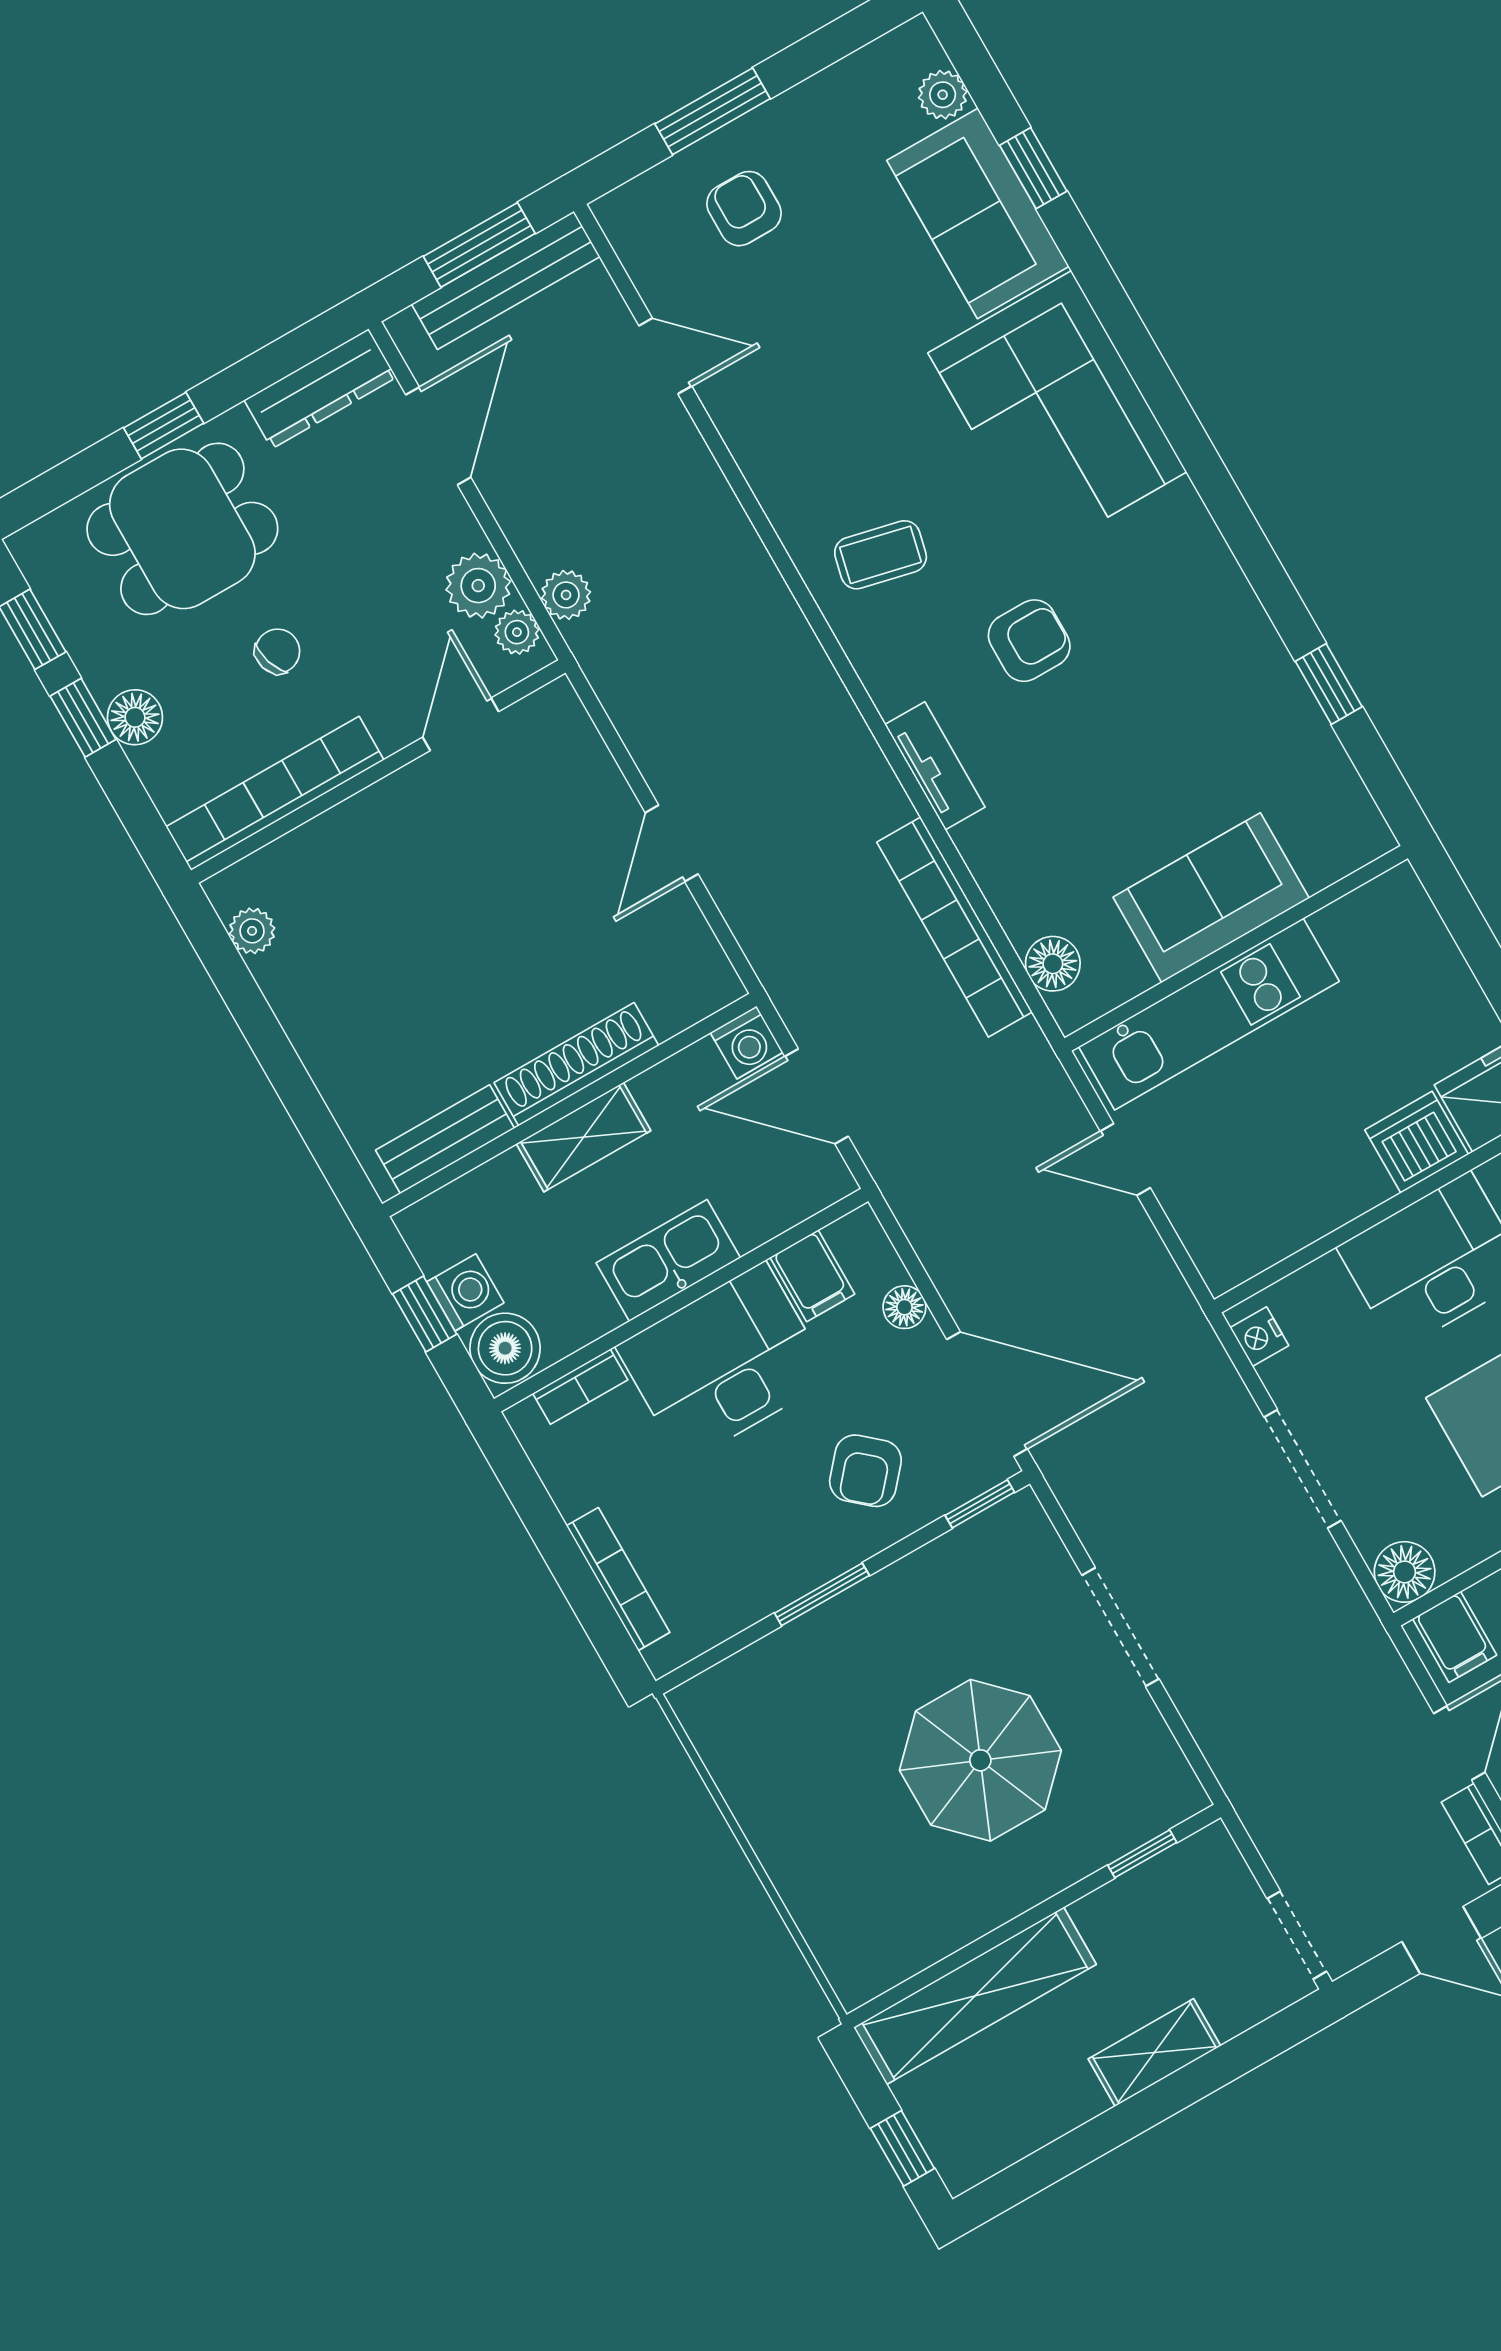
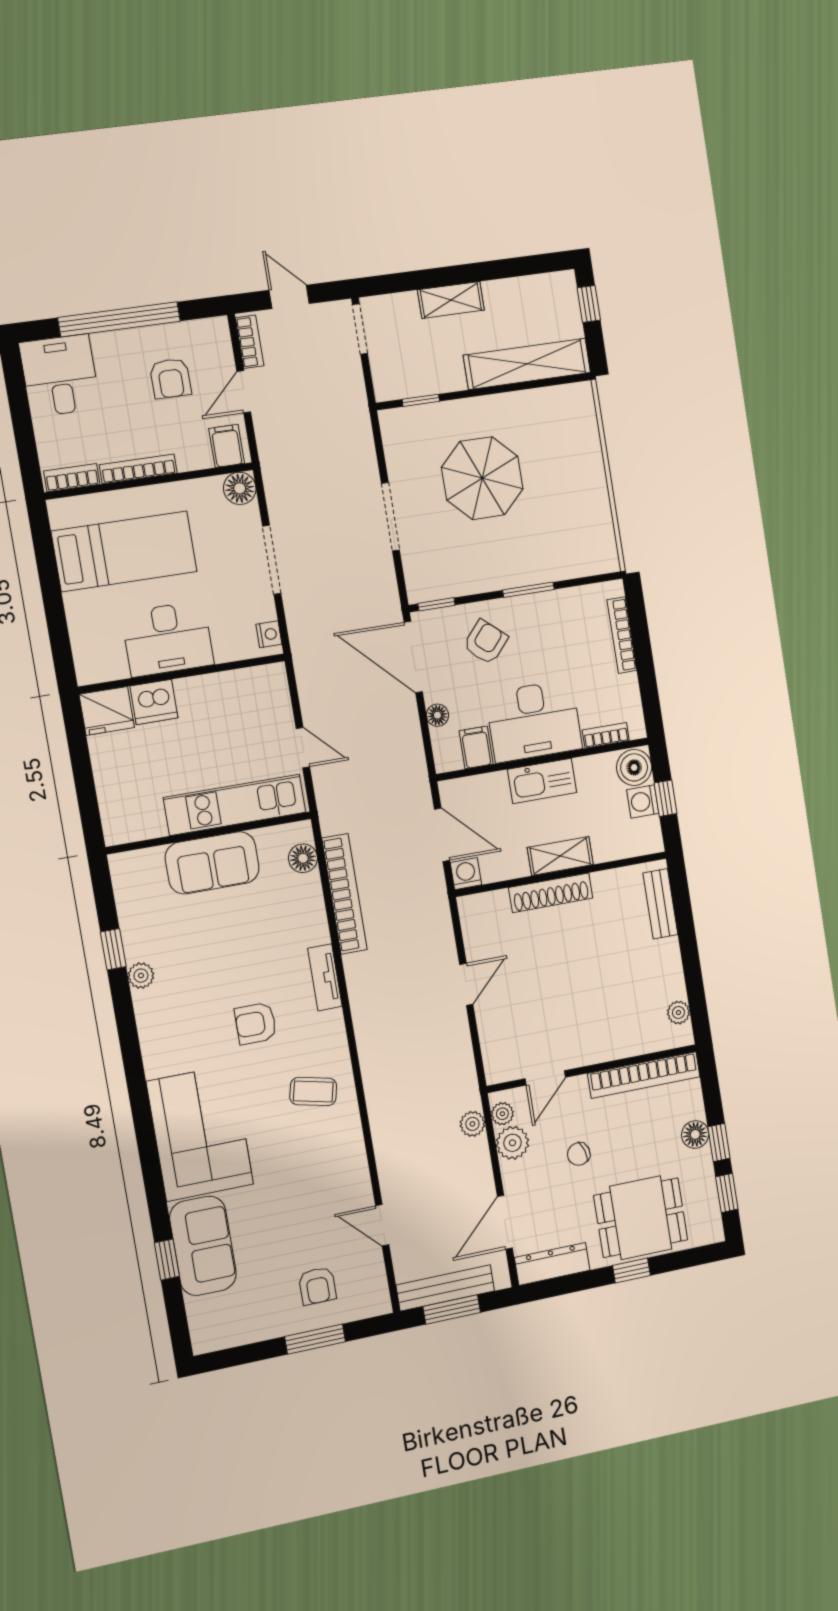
plant: (943, 95) -> (141, 976), moved
chair: (278, 651) -> (579, 1154), moved
bench: (445, 1139) -> (660, 904), moved, turned 90

